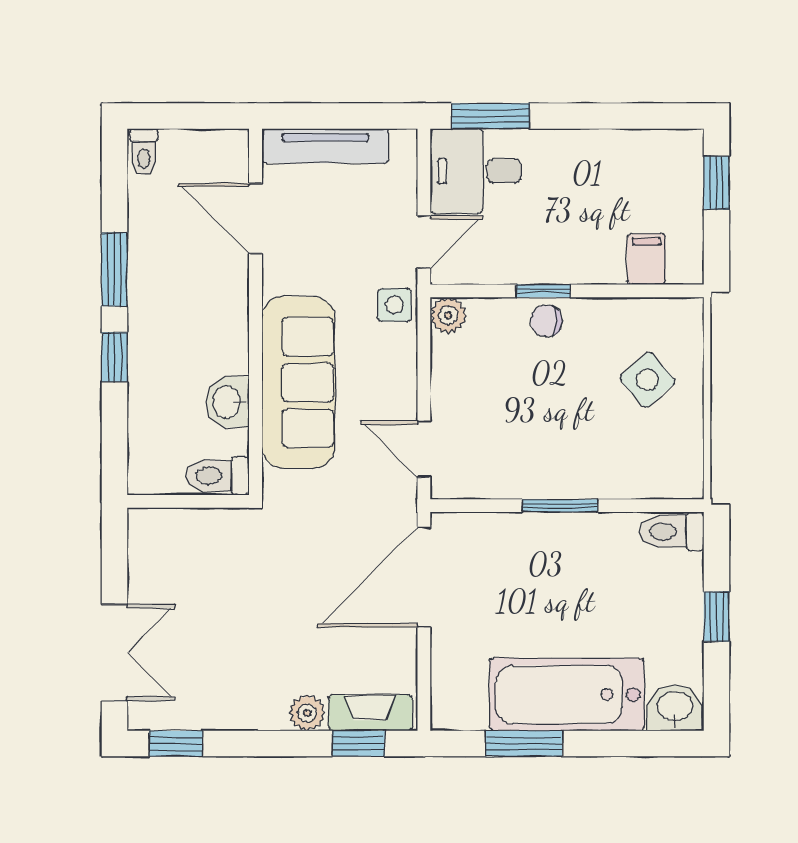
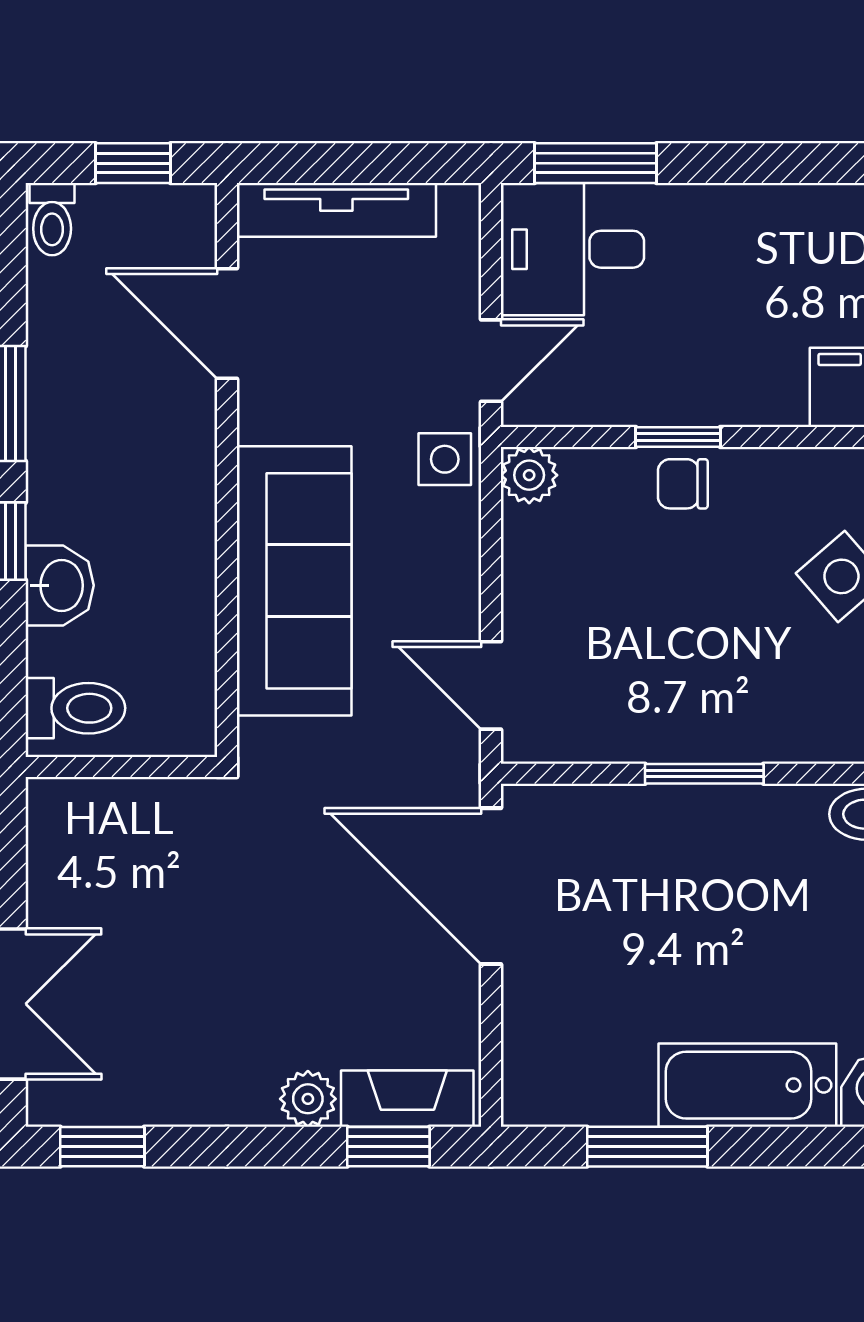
window: (195, 116) -> (133, 163), added
washbasin: (227, 402) -> (60, 585), moved, turned 180
toilet: (217, 476) -> (75, 708), moved, turned 180
door: (424, 577) -> (491, 886), hinge flipped
bathtub: (567, 695) -> (747, 1085), width x0.73, depth x0.73

